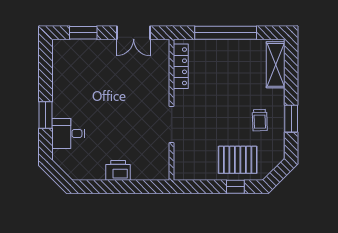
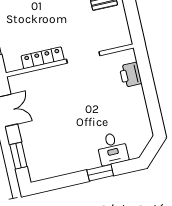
locker: (181, 66) -> (43, 58), moved
printer: (118, 170) -> (130, 75), moved

